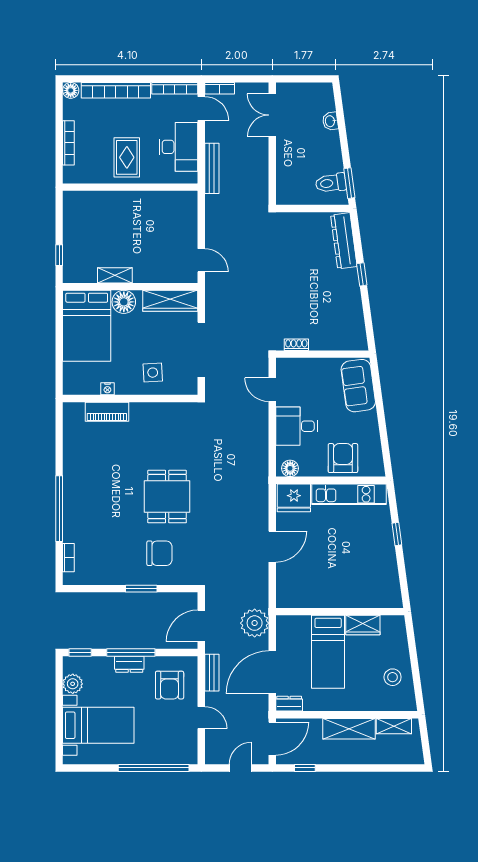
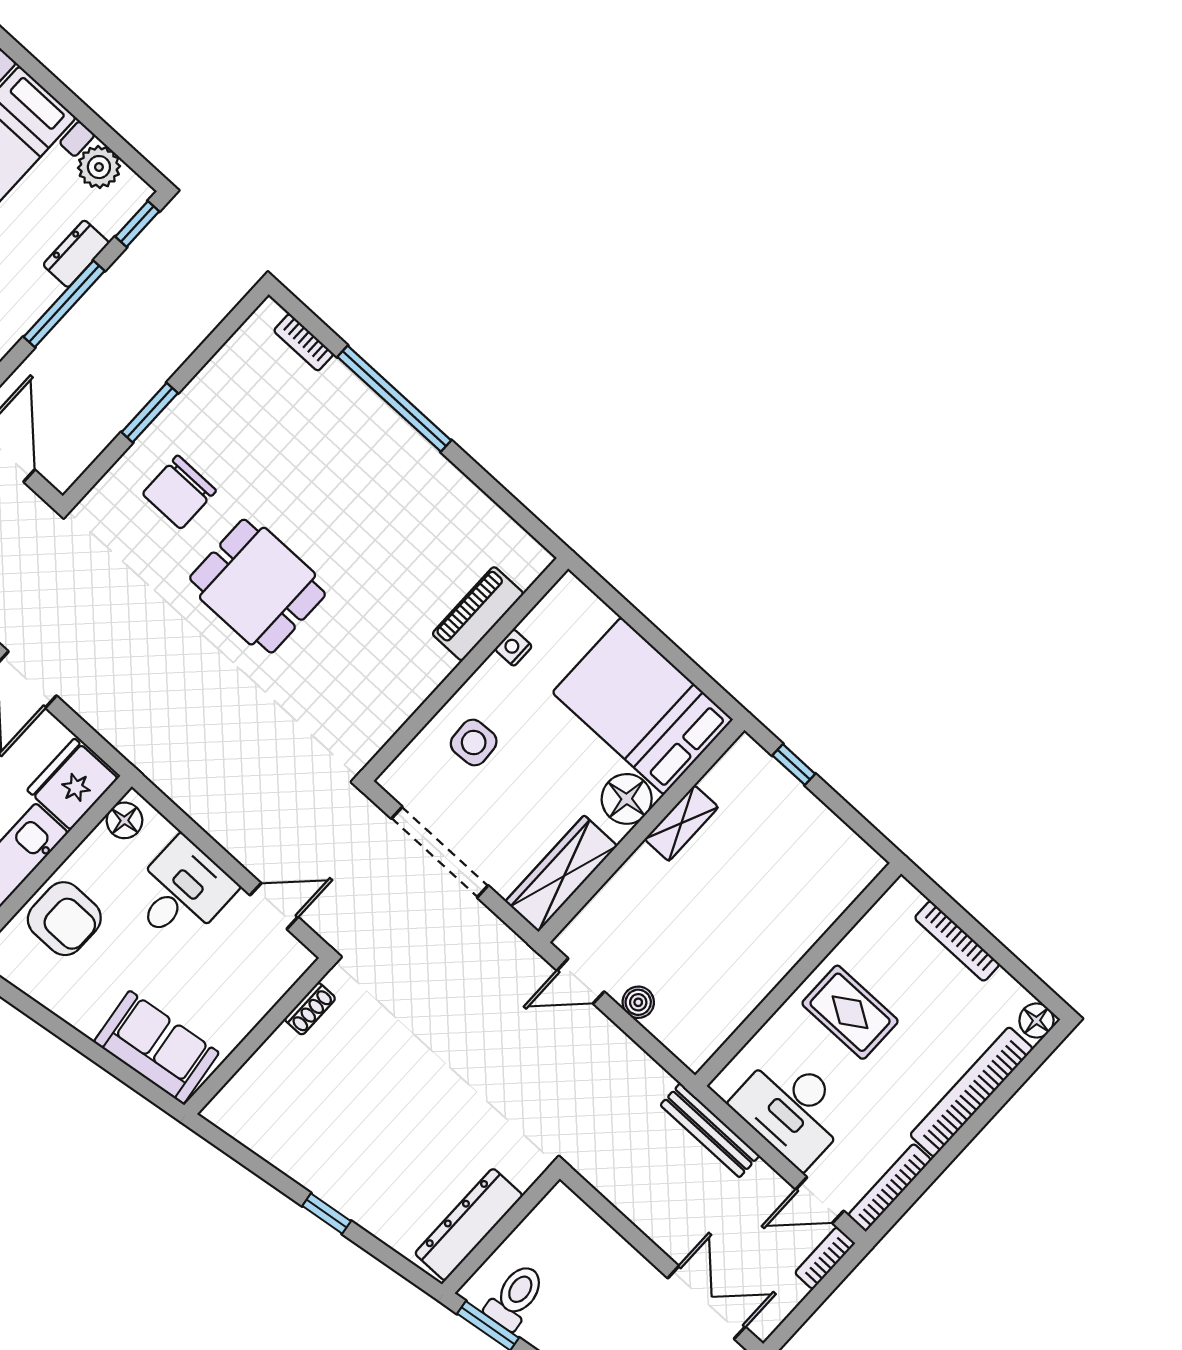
boiler: (190, 234) -> (638, 1002), added
dresser: (344, 241) -> (469, 1224), moved, turned -82
dresser: (129, 664) -> (76, 254), moved

